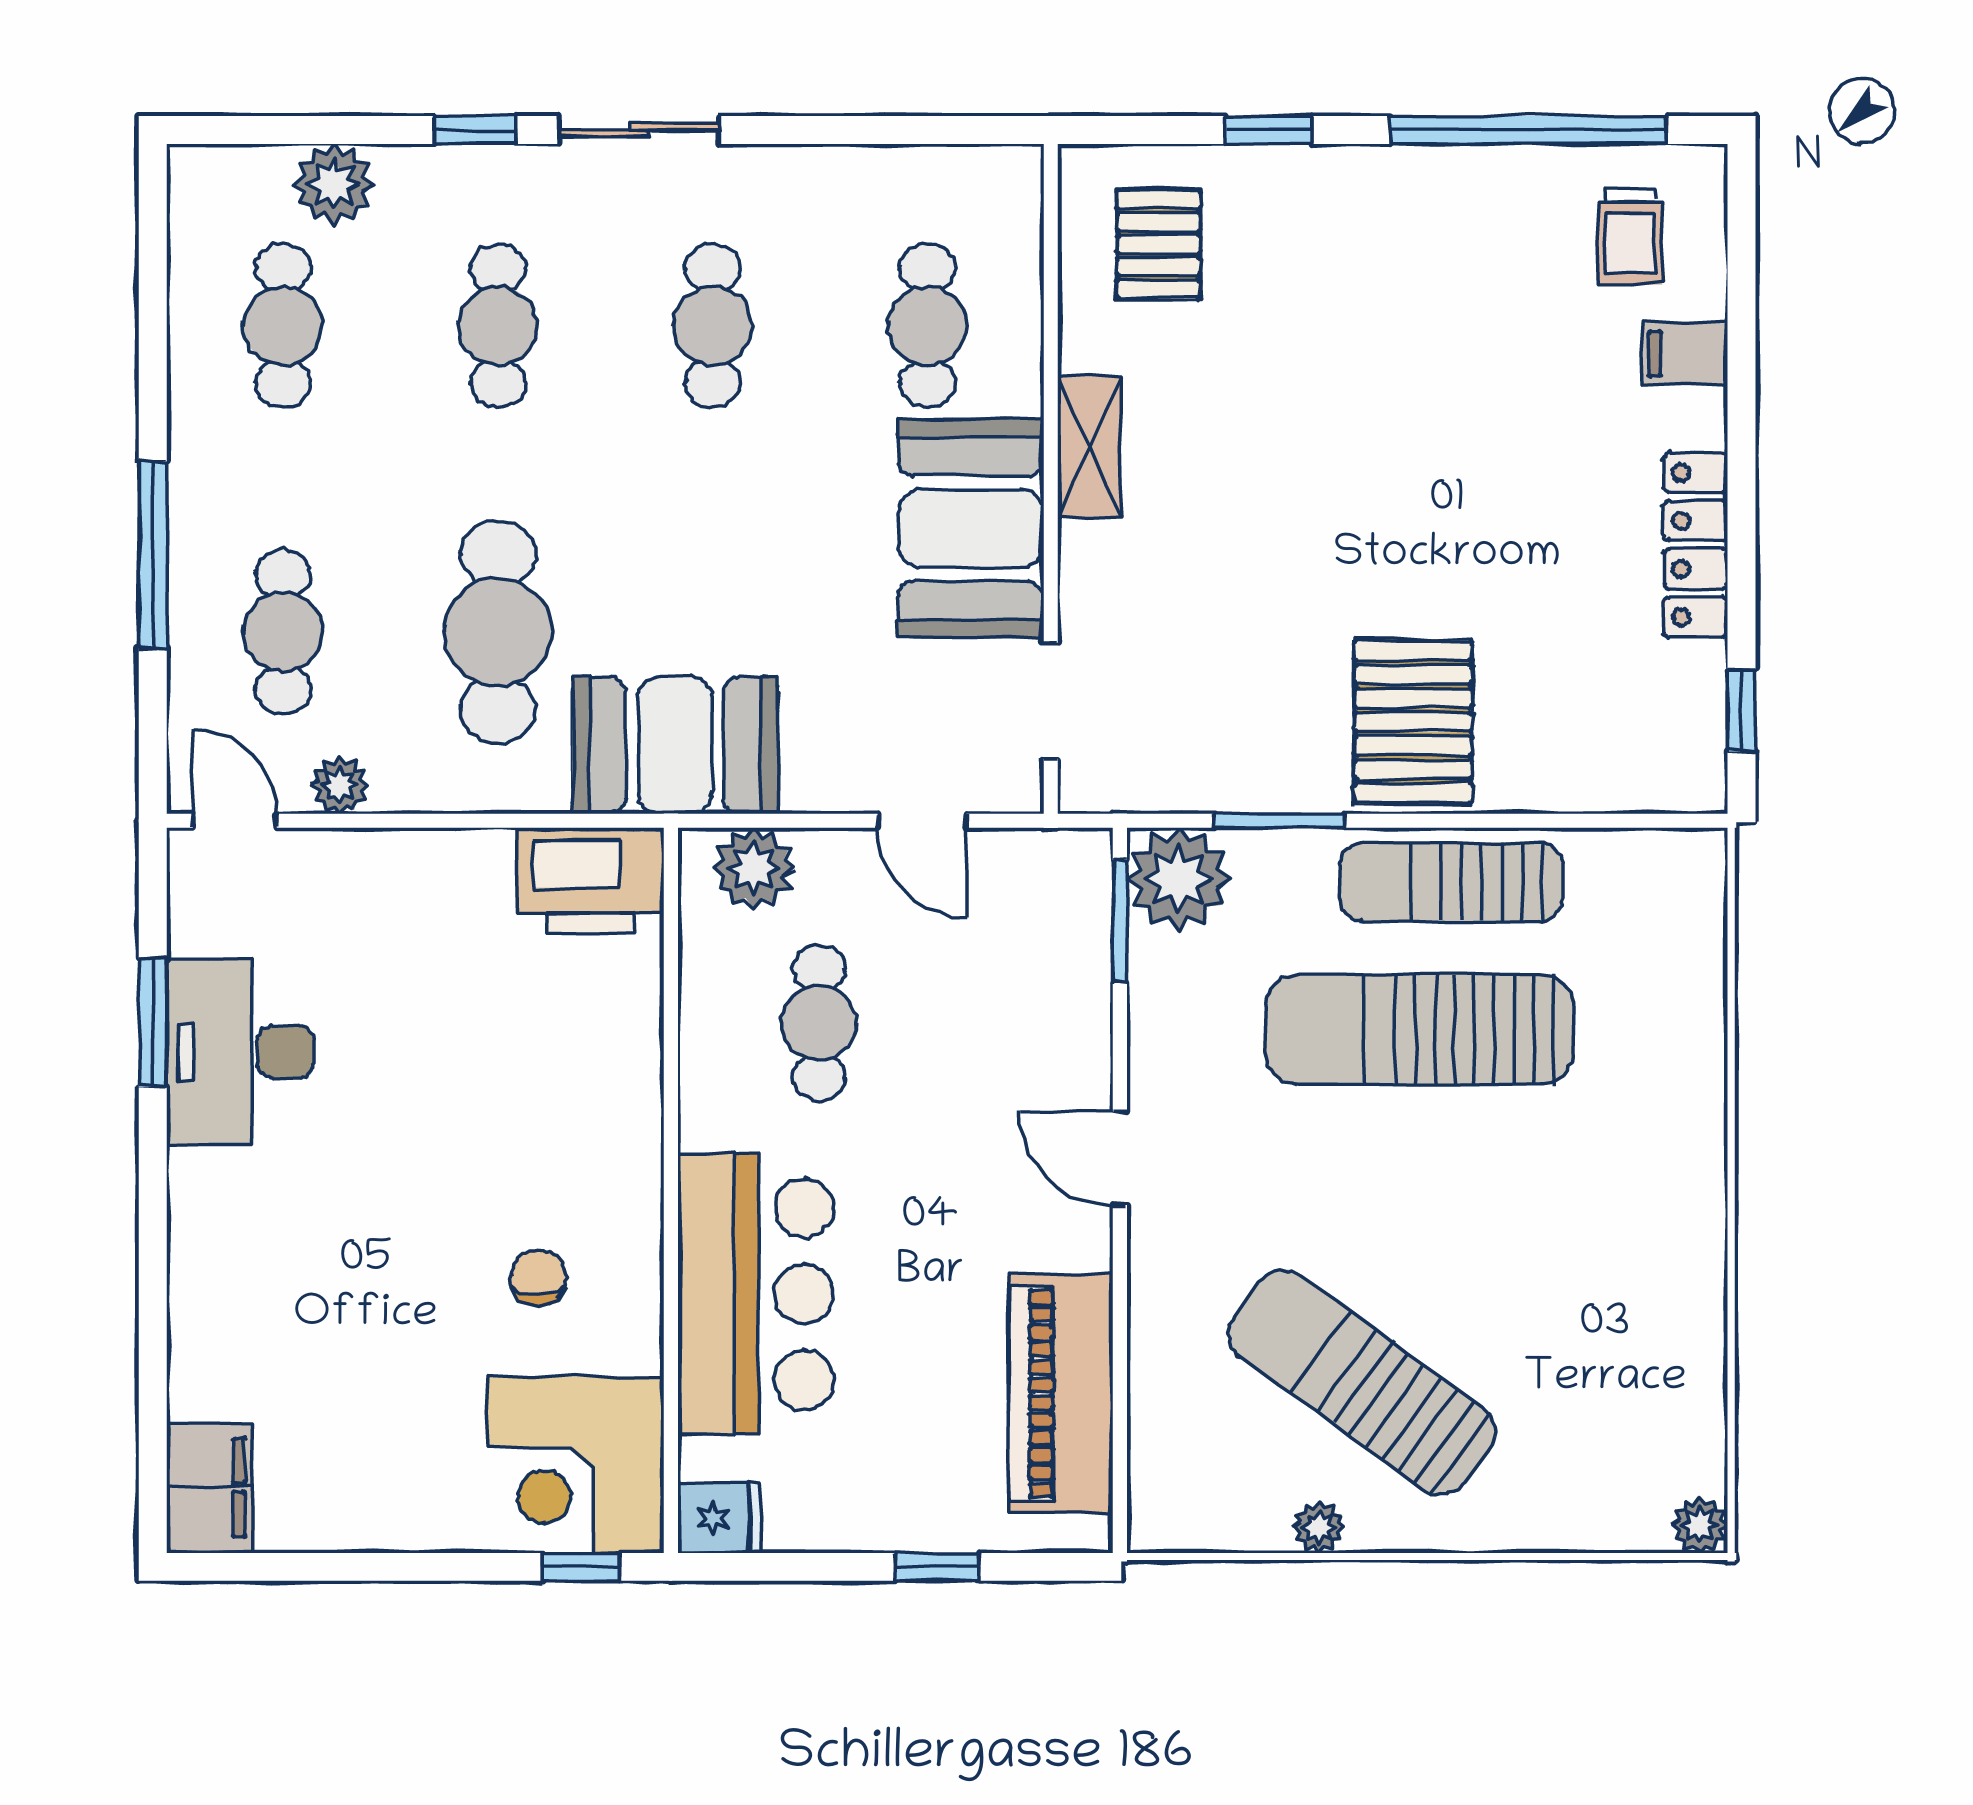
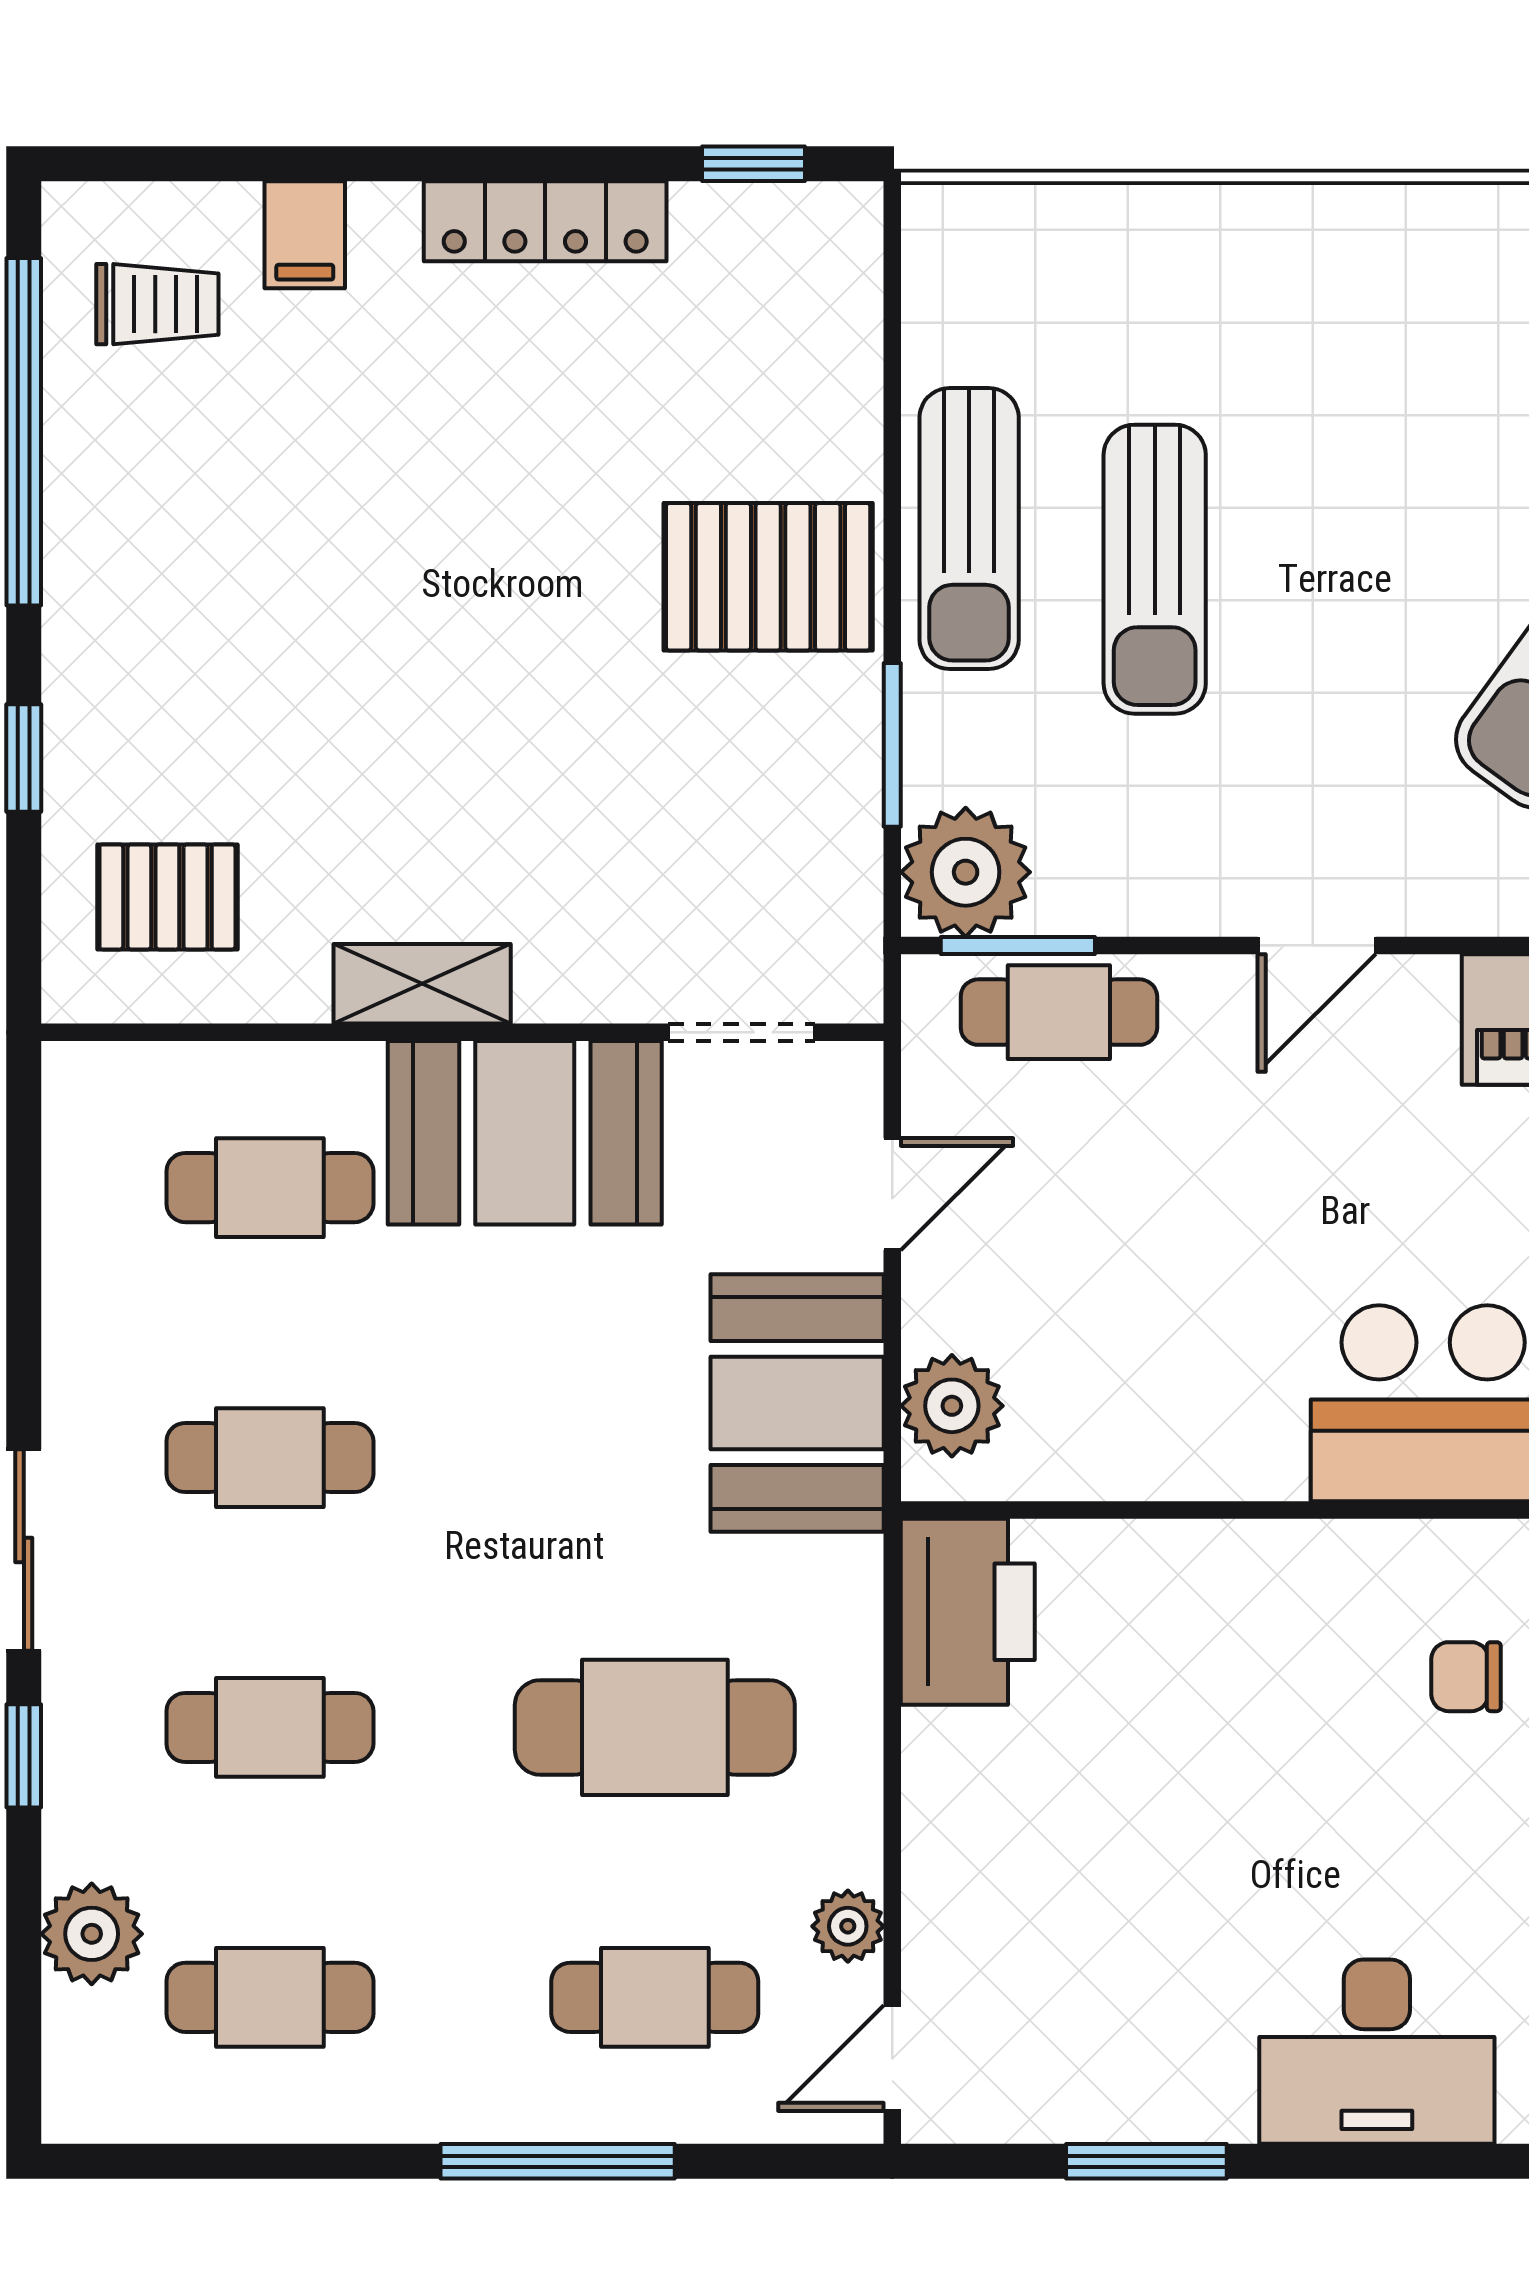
booth: (675, 745) -> (797, 1403), moved
cafe table: (819, 1023) -> (1059, 1012), moved
sun lounger: (1419, 1030) -> (1155, 569), width x0.73, depth x0.75
desk: (240, 1052) -> (1377, 2052), moved

